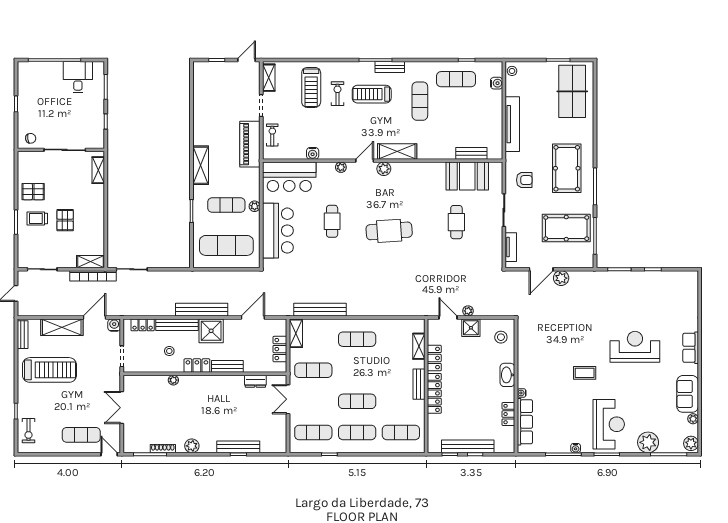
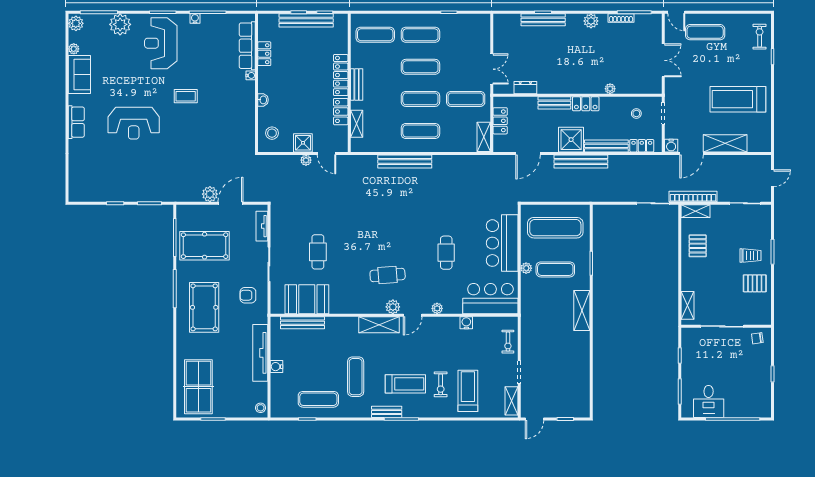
water cooler: (497, 83) -> (276, 367), moved
piano: (250, 144) -> (531, 332), removed
bench: (471, 153) -> (303, 323), width x1.36
pallet: (65, 220) -> (698, 246), moved
cafe table: (389, 231) -> (388, 275), moved, width x0.73, depth x0.74
bench: (320, 310) -> (405, 161), moved
bench: (23, 335) -> (766, 136), removed
stool: (169, 351) -> (636, 113), moved
washbasin: (507, 375) -> (263, 100), width x0.52, depth x0.69
exercise mat: (313, 432) -> (420, 99), moved

